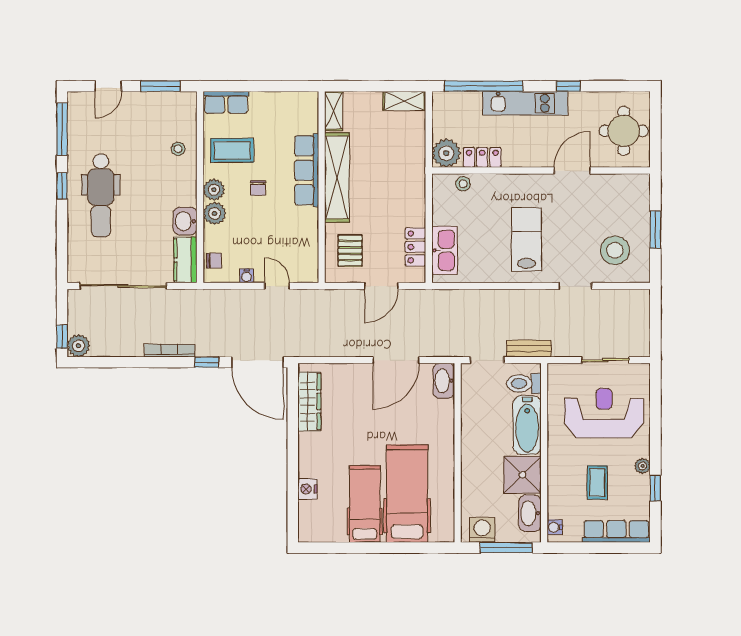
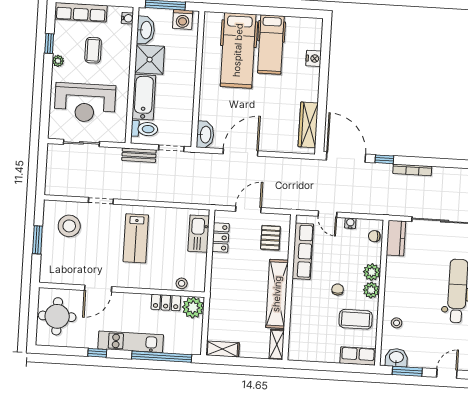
row of seats: (307, 170) -> (303, 251), moved
washbasin: (185, 221) -> (396, 358), moved, turned -90

